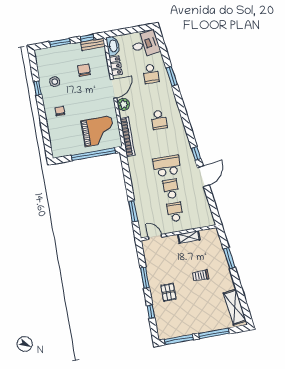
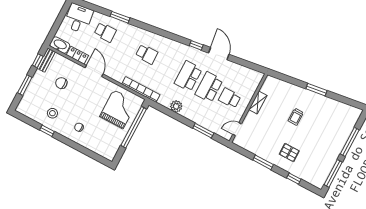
plant: (123, 104) -> (176, 106), moved
school desk: (171, 189) -> (209, 87), width x1.85
window: (229, 258) -> (316, 90), moved
shelving: (235, 307) -> (342, 109), removed

